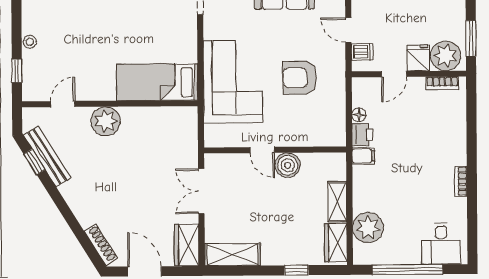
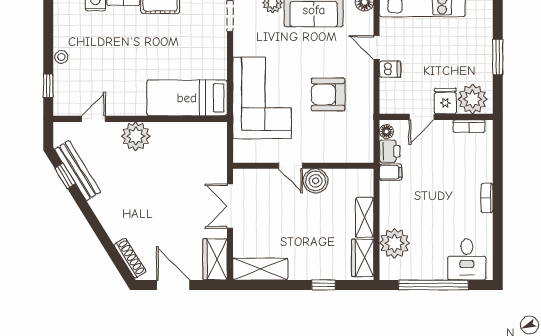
plant: (446, 56) -> (473, 99), moved
fridge: (418, 58) -> (445, 101), moved
door: (394, 74) -> (422, 117), moved
wall: (409, 74) -> (436, 117), moved
bookcase: (442, 83) -> (469, 126), moved

